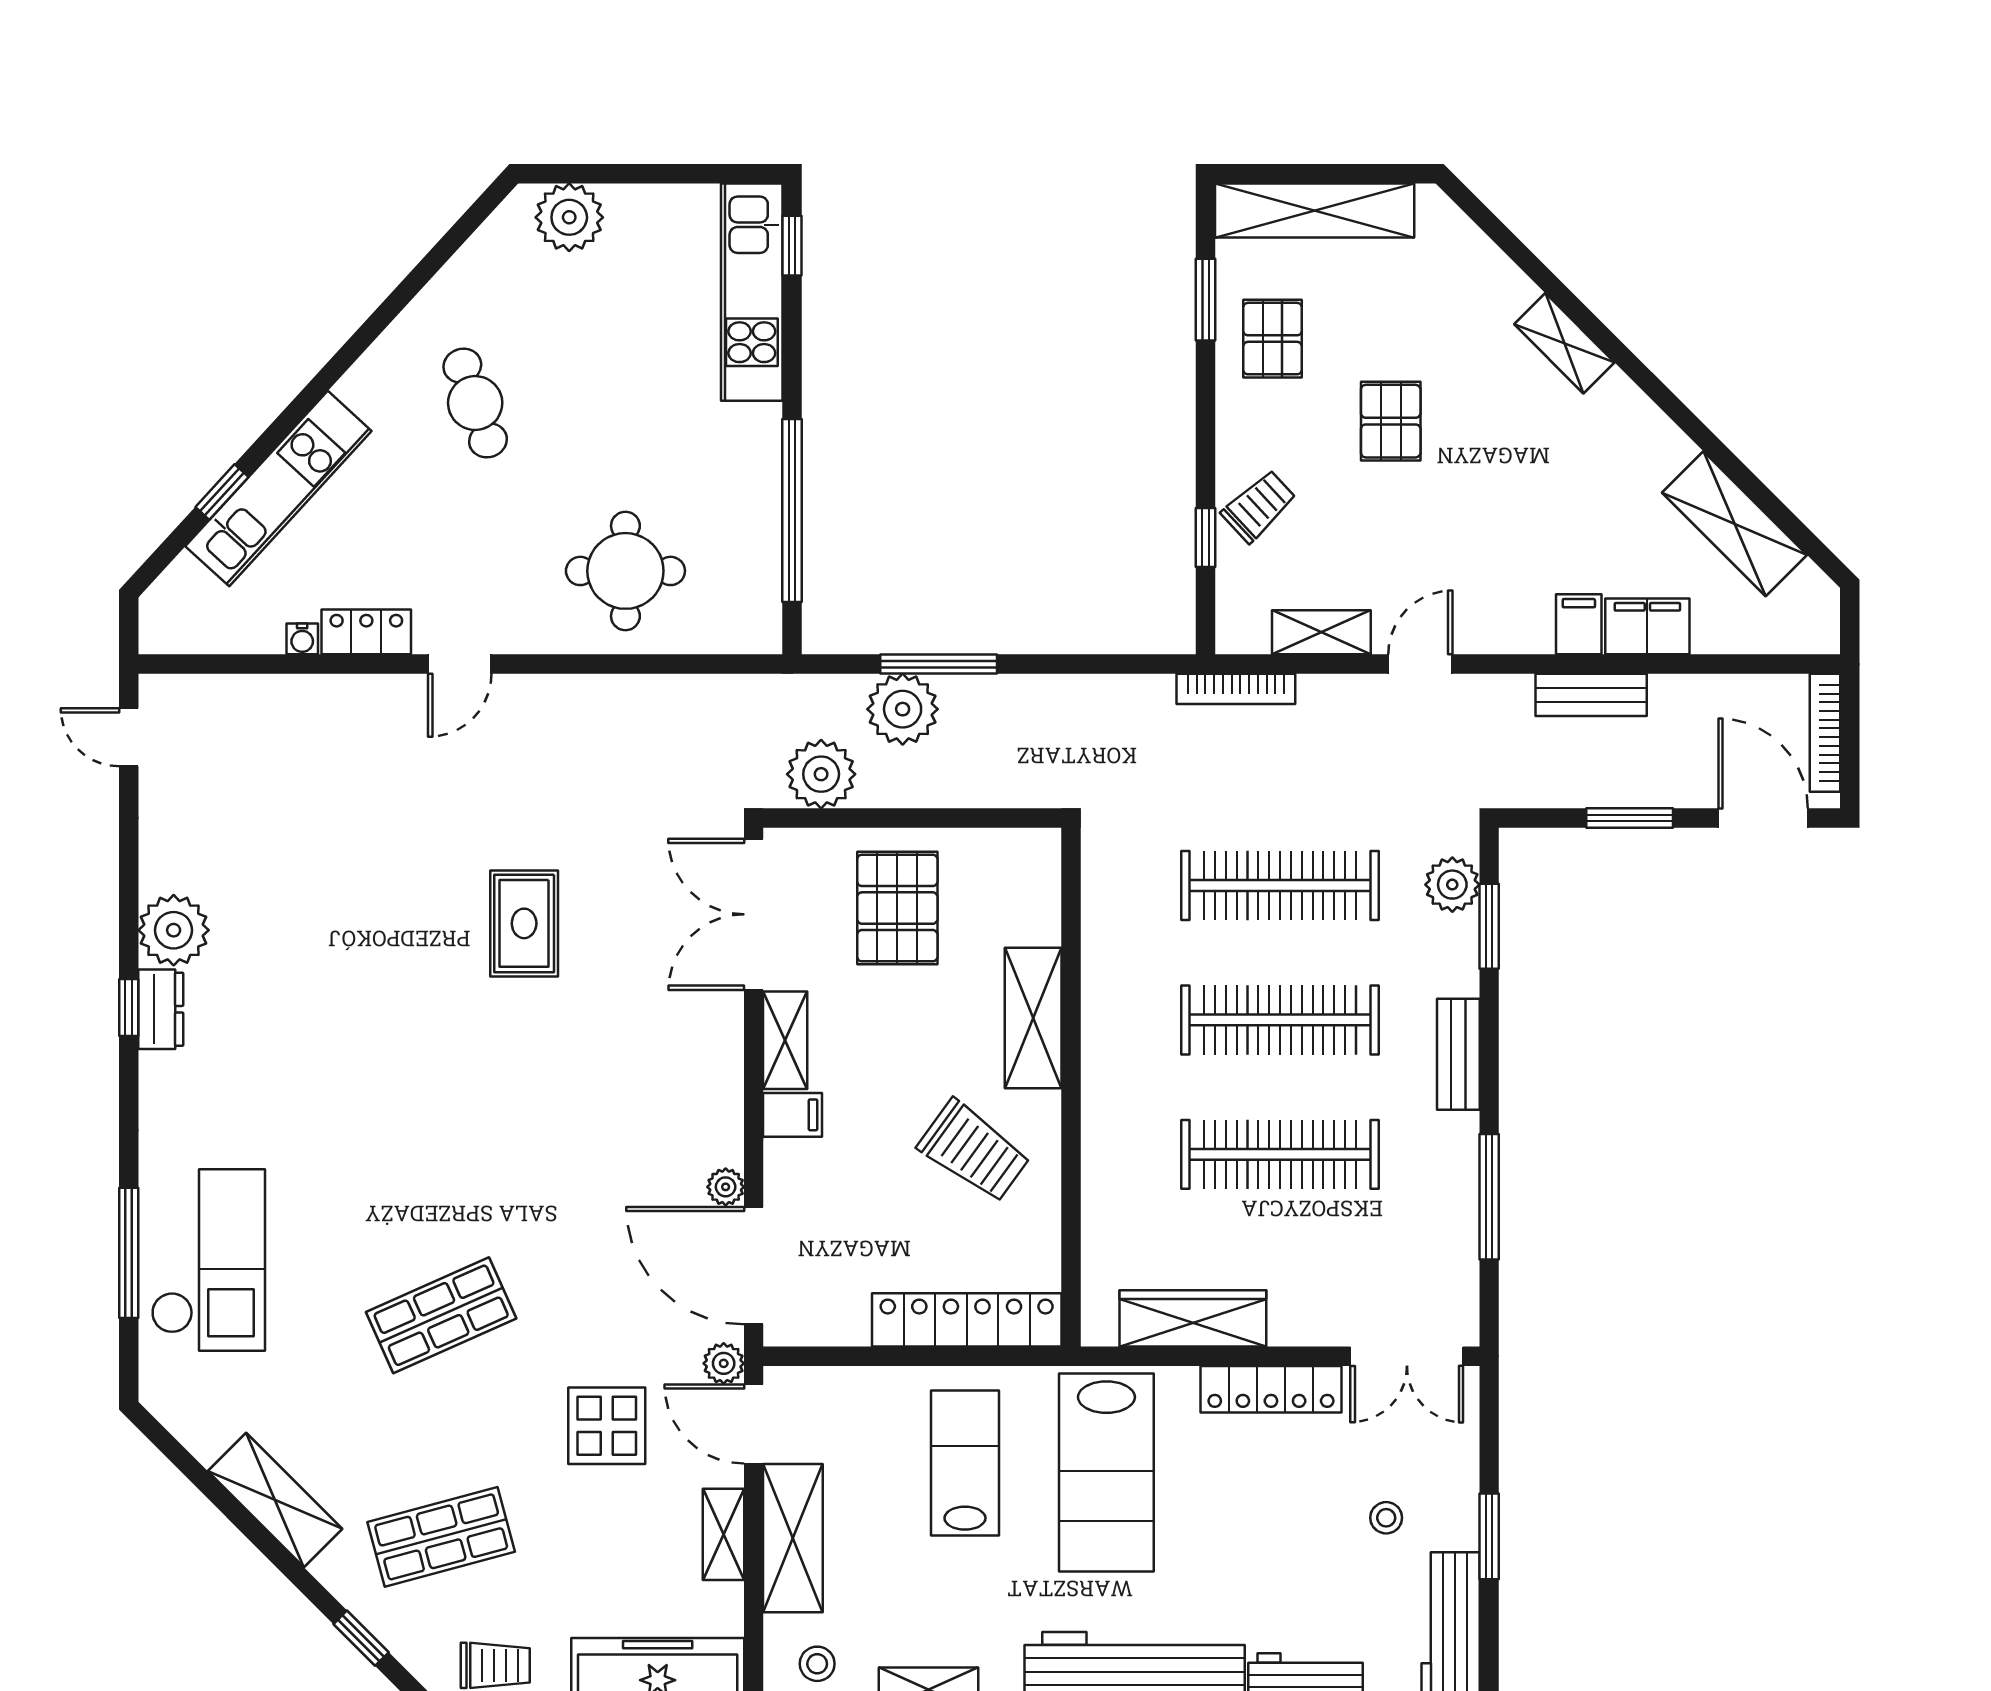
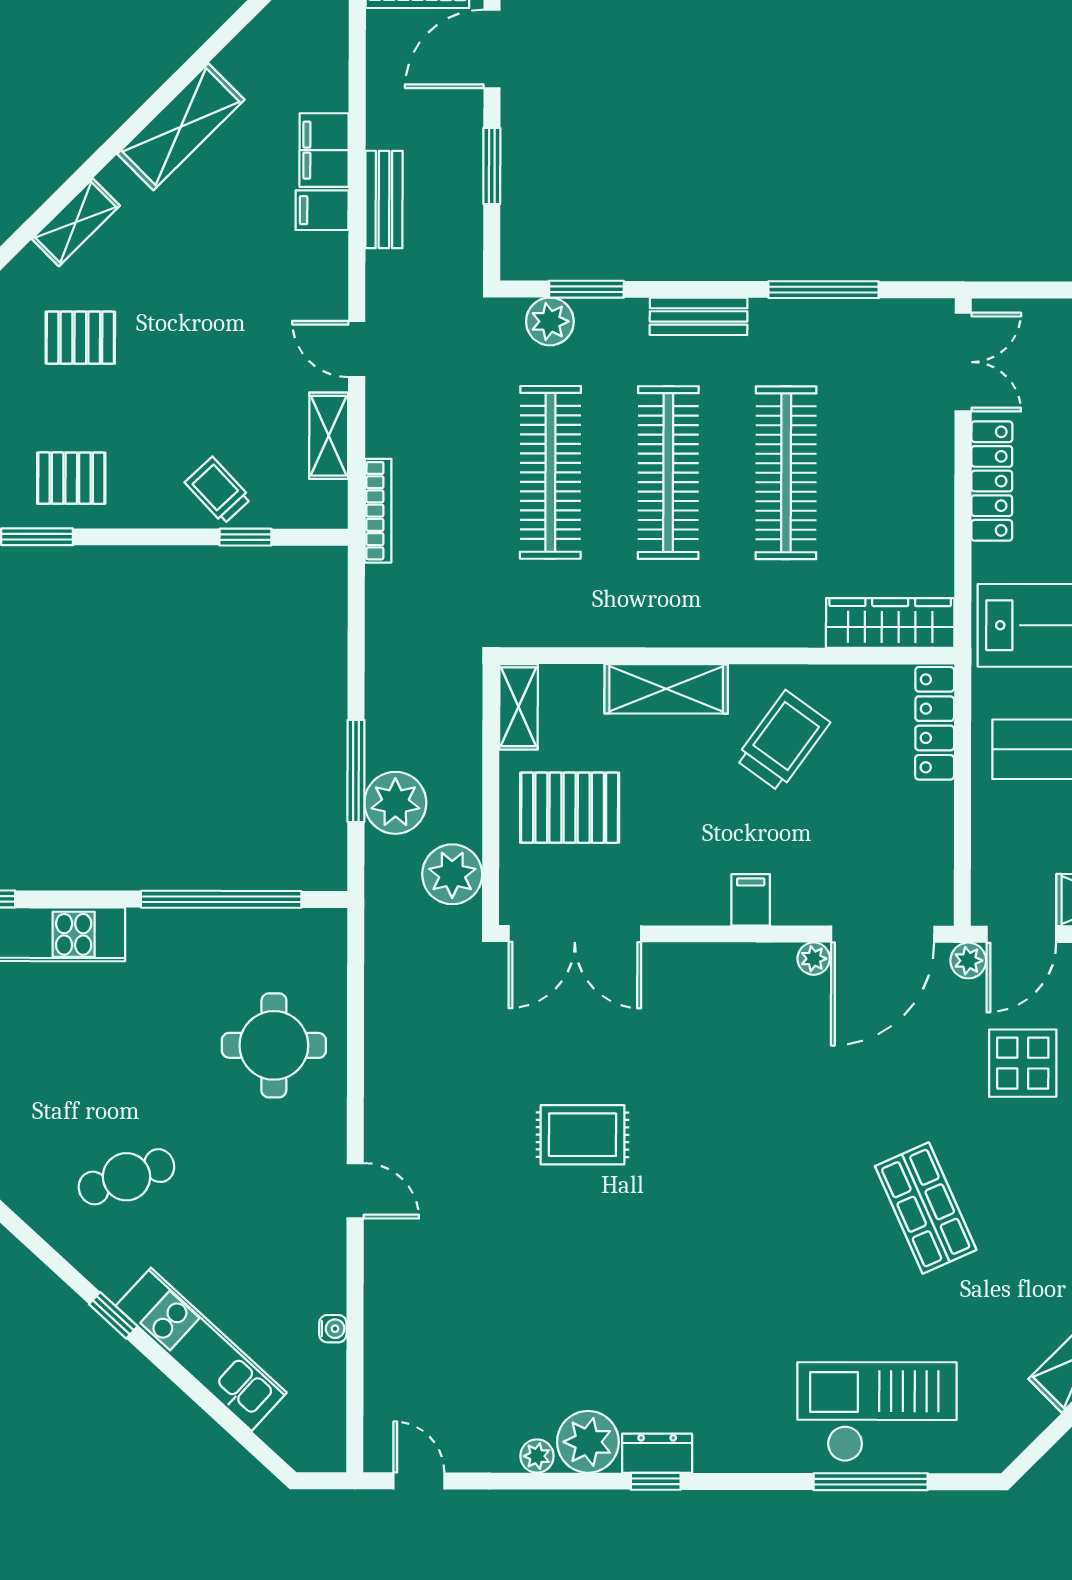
pallet: (1391, 421) -> (80, 338), moved
window: (222, 492) -> (113, 1315), moved
shelving: (1735, 524) -> (181, 127), moved
locker: (366, 632) -> (327, 1272), removed
door: (129, 737) -> (419, 1481), swing flipped
plant: (157, 872) -> (537, 1456), added
shelving: (785, 1040) -> (519, 707), moved, turned 90
wardrobe: (1193, 1318) -> (890, 623), moved, turned 90
locker: (967, 1320) -> (935, 723), width x0.71, depth x0.83

